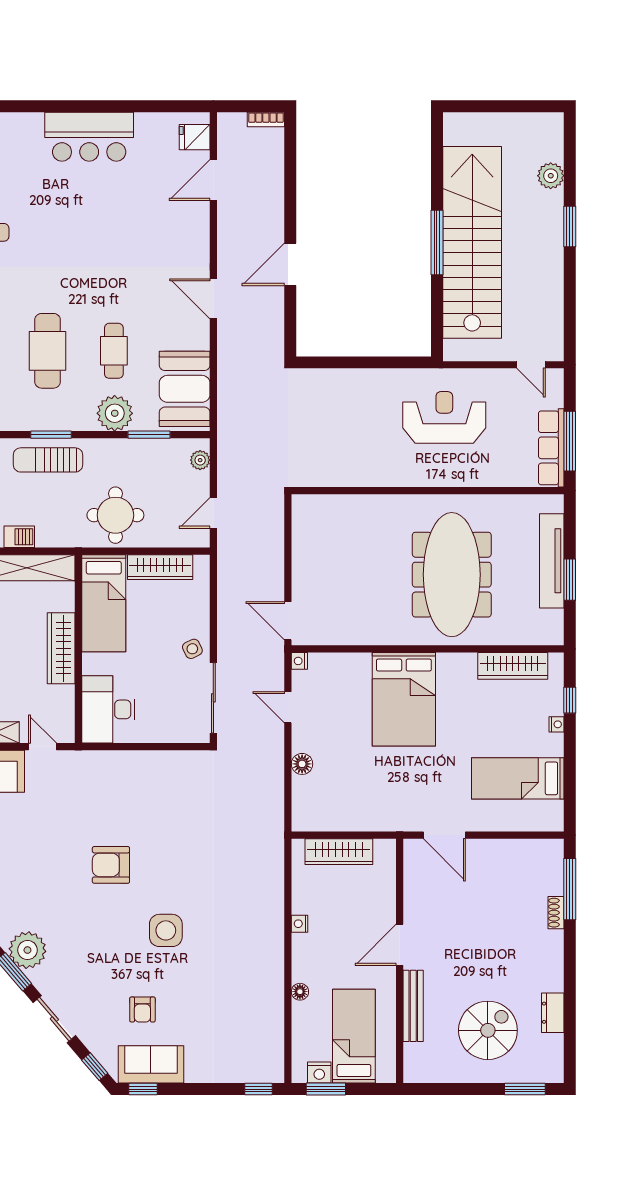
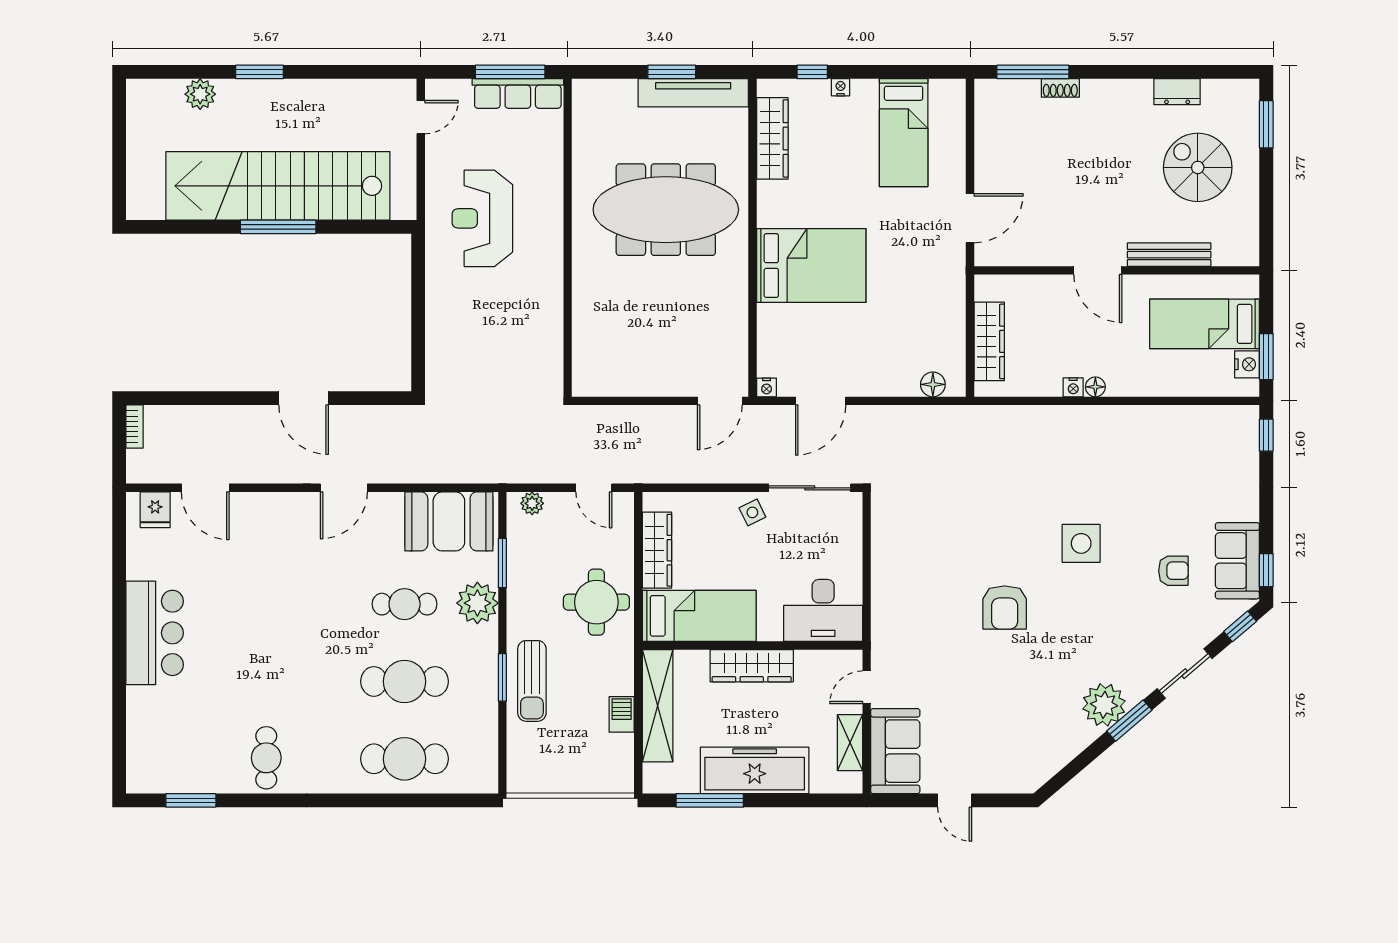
tv unit: (552, 561) -> (693, 93), moved
door: (288, 707) -> (821, 401), width x1.38
floor lamp: (302, 764) -> (933, 384), moved
floor lamp: (300, 992) -> (1095, 387), moved

